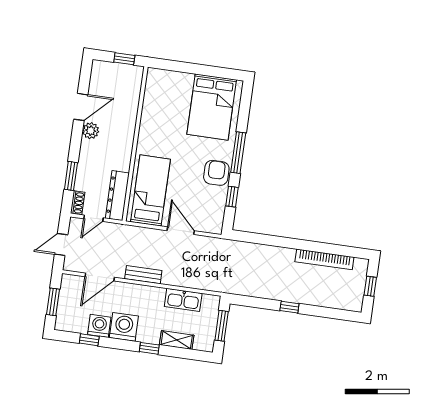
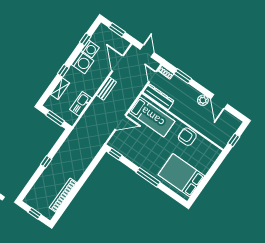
armchair: (216, 173) -> (187, 137), moved, turned 180
window: (232, 197) -> (115, 154), moved

